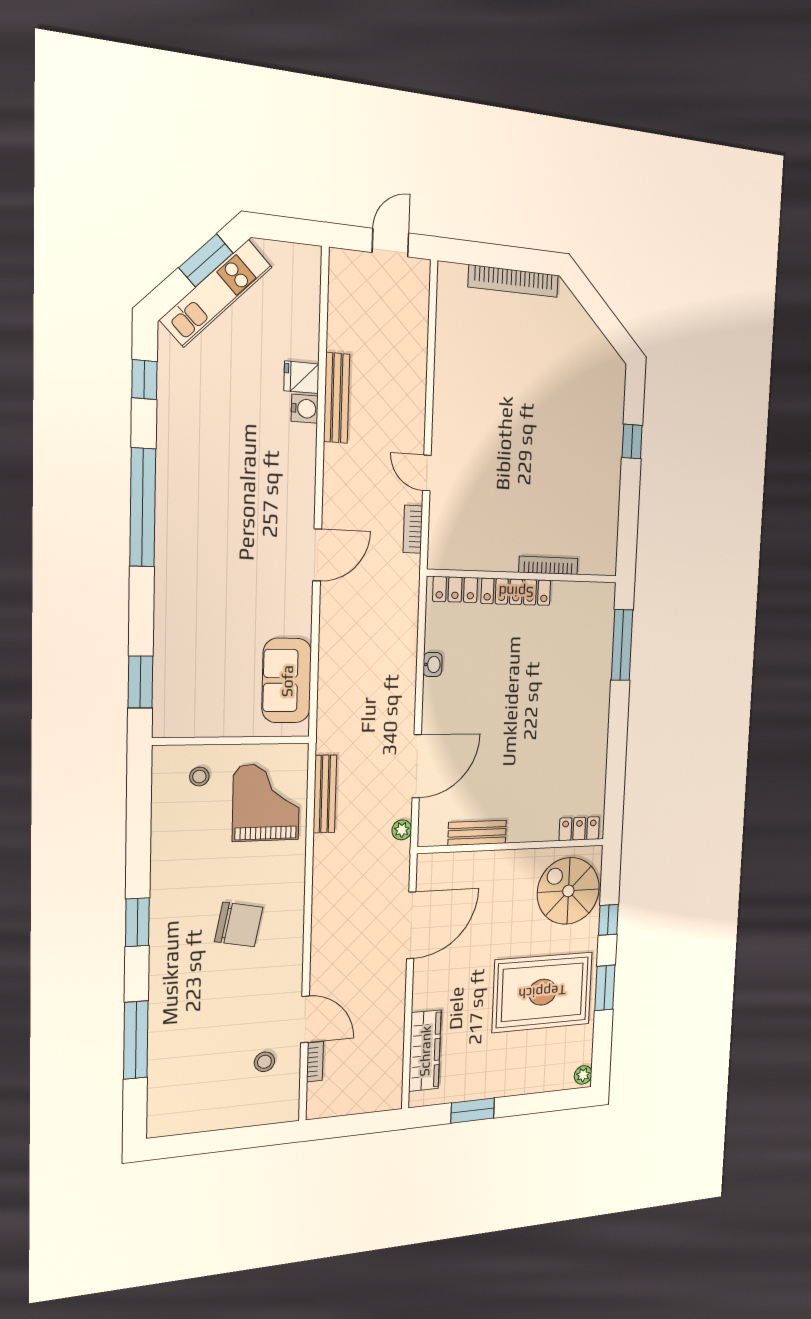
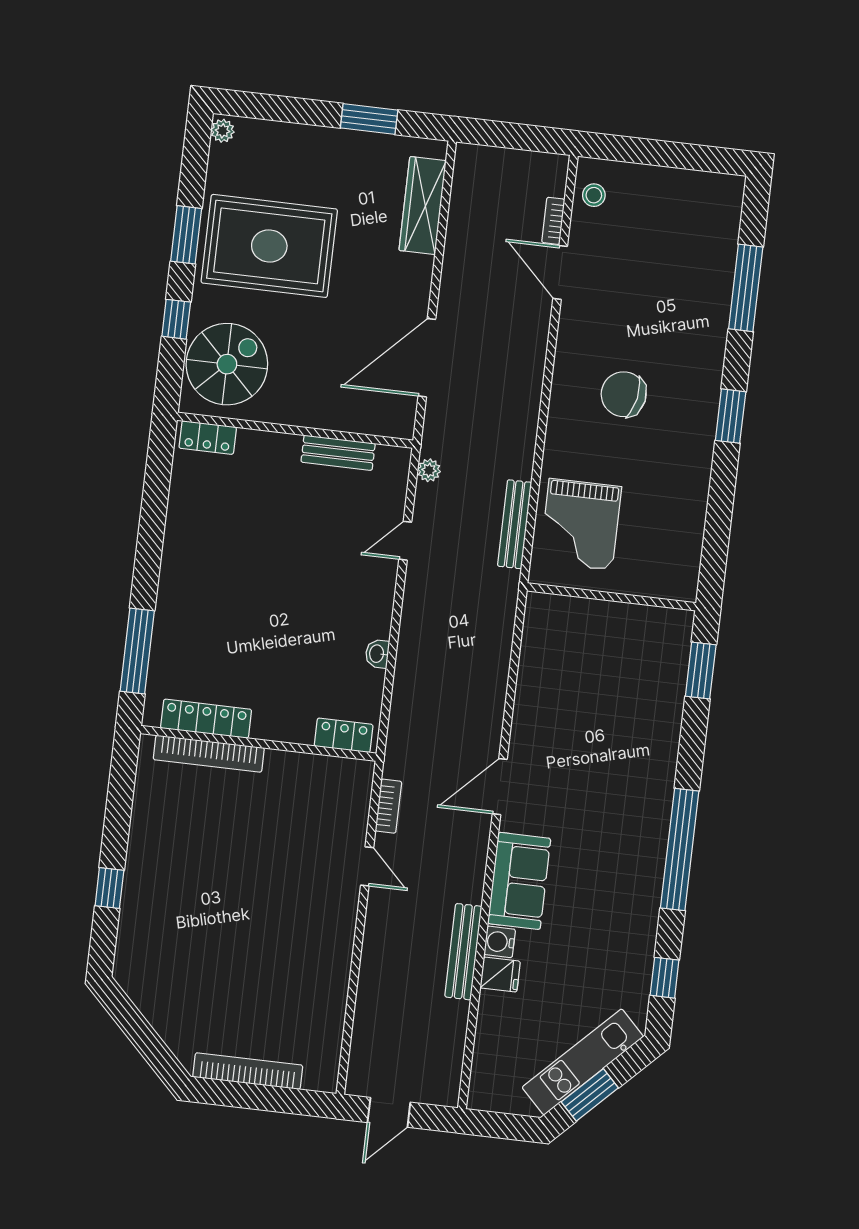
bookcase: (548, 565) -> (209, 754), width x1.48, depth x1.31
locker: (516, 592) -> (206, 719), moved
sofa: (287, 681) -> (519, 881), moved
door: (417, 766) -> (405, 541), width x0.53
stool: (199, 777) -> (650, 563), removed
spiral stairs: (568, 891) -> (227, 364), turned -90
stool: (264, 1062) -> (594, 195), moved

